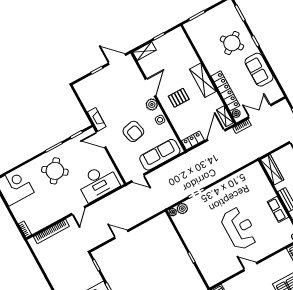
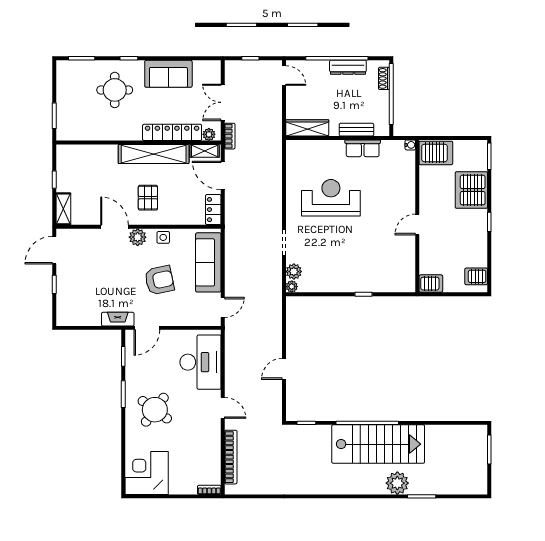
round table: (232, 43) -> (115, 90), turned 37
shelving: (203, 80) -> (154, 154), width x1.47
reception desk: (239, 228) -> (331, 198), moved

